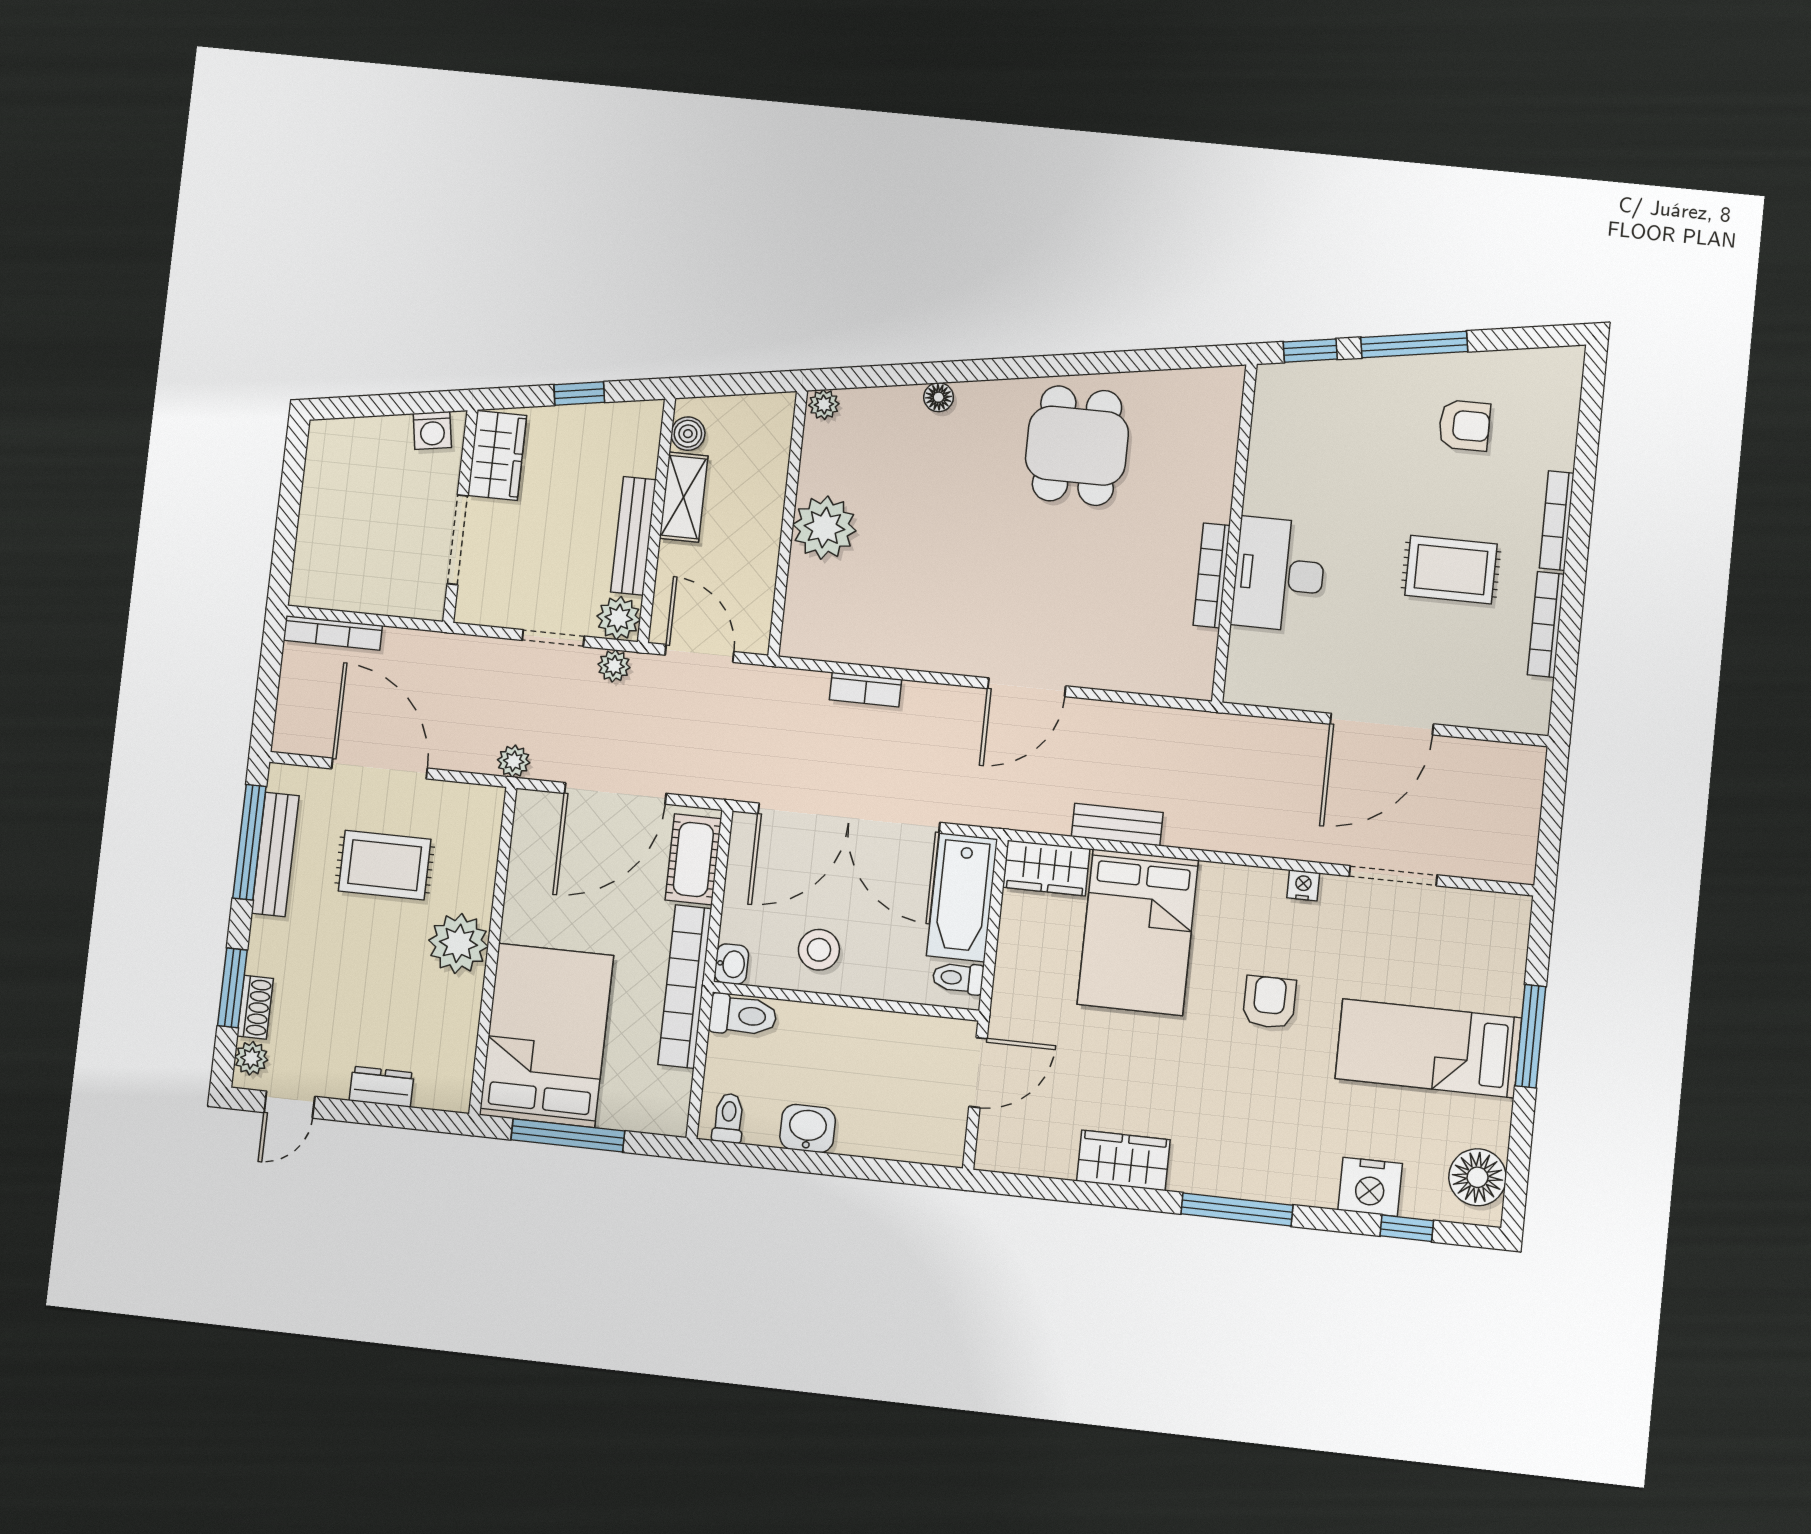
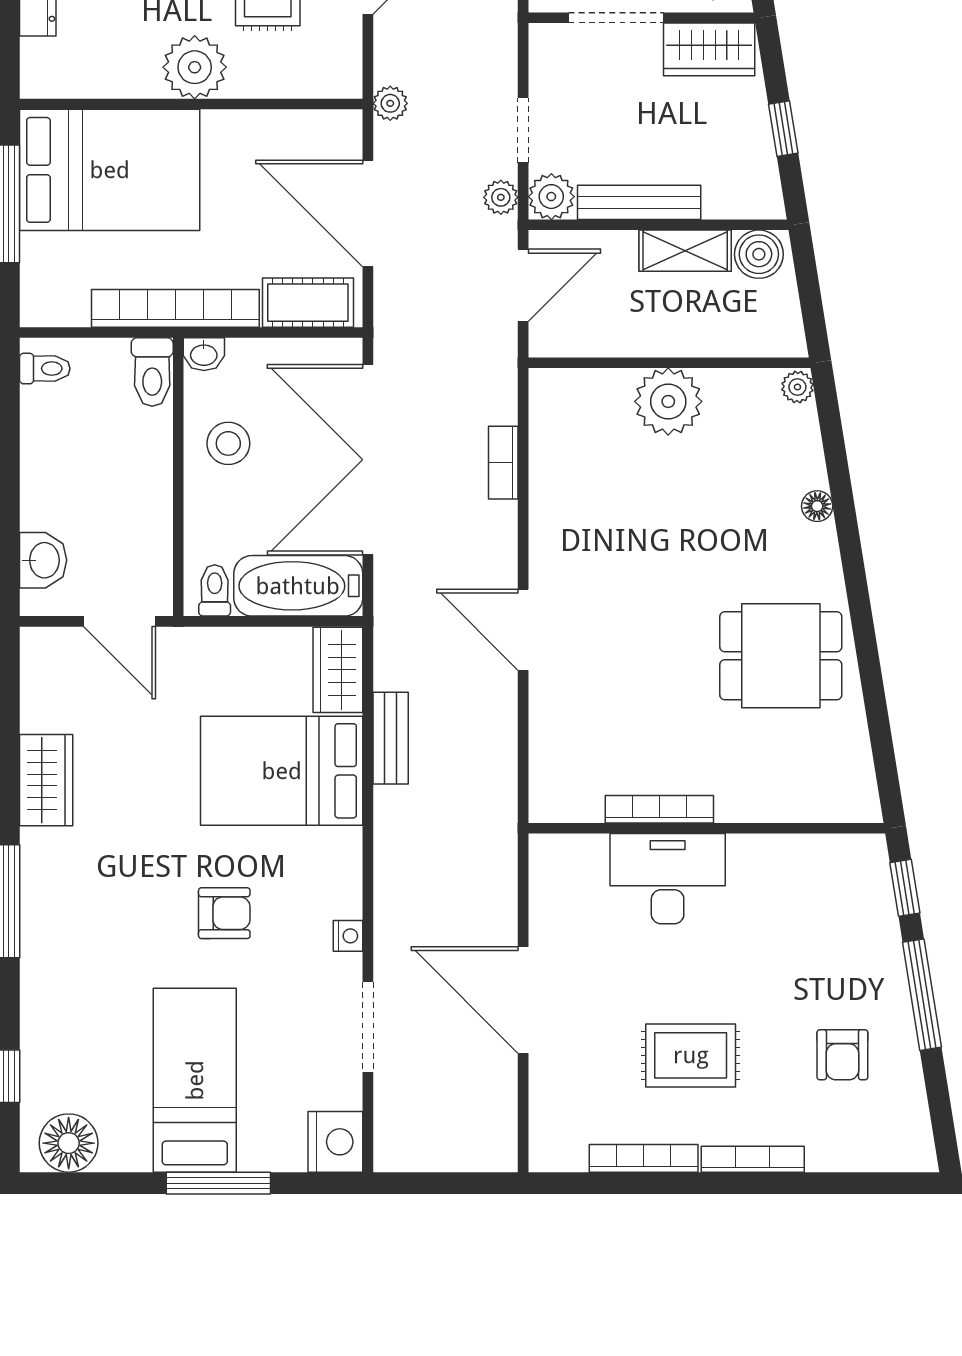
boiler: (688, 434) -> (759, 254), width x1.36, depth x1.36
rug: (1451, 570) -> (691, 1055), turned 90
washbasin: (808, 1128) -> (43, 560), moved
nightstand: (1370, 1187) -> (335, 1142), moved, turned 180

